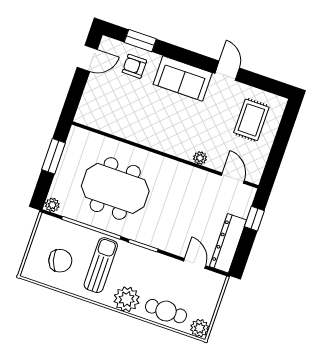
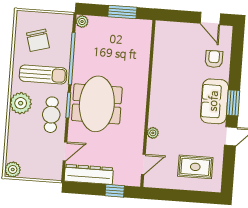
window: (140, 41) -> (233, 103), moved
meeting table: (115, 188) -> (97, 104), moved
cafe table: (166, 311) -> (51, 115), moved

